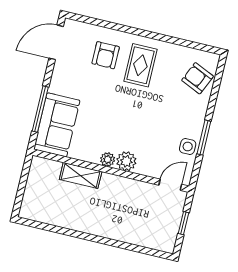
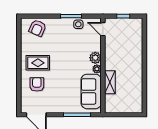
armchair: (106, 55) -> (37, 84), turned -90
sofa: (57, 125) -> (91, 91), moved, turned -90

